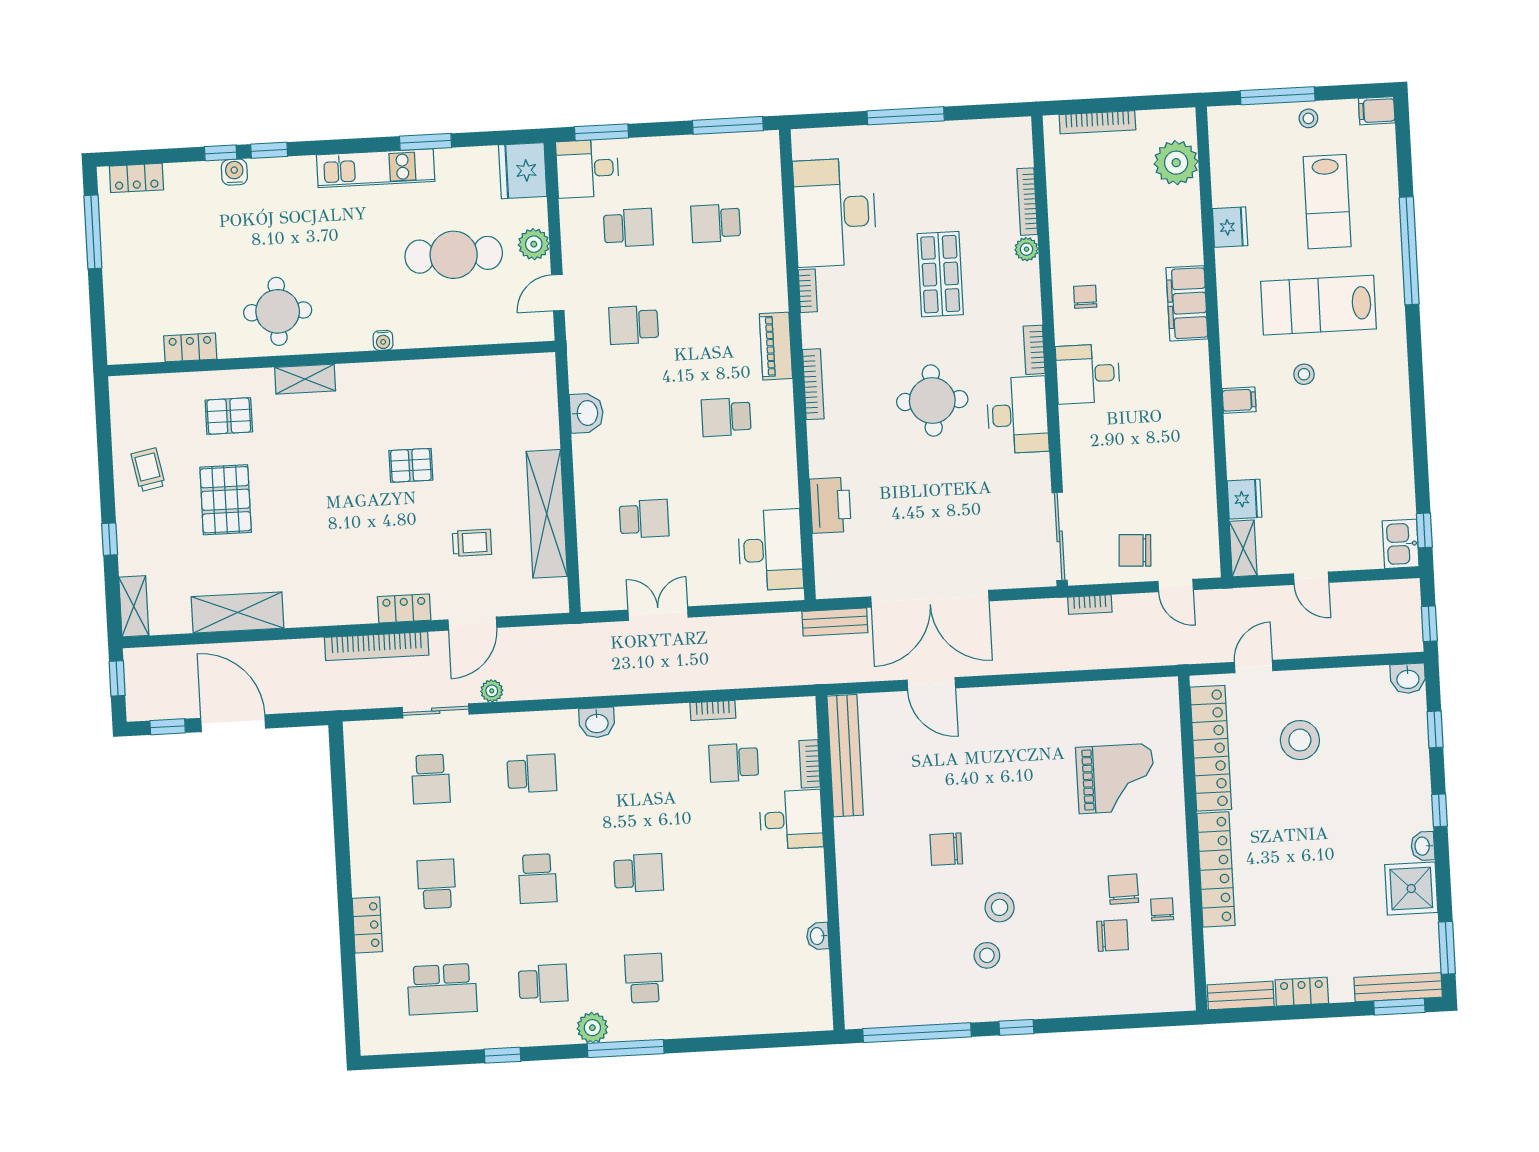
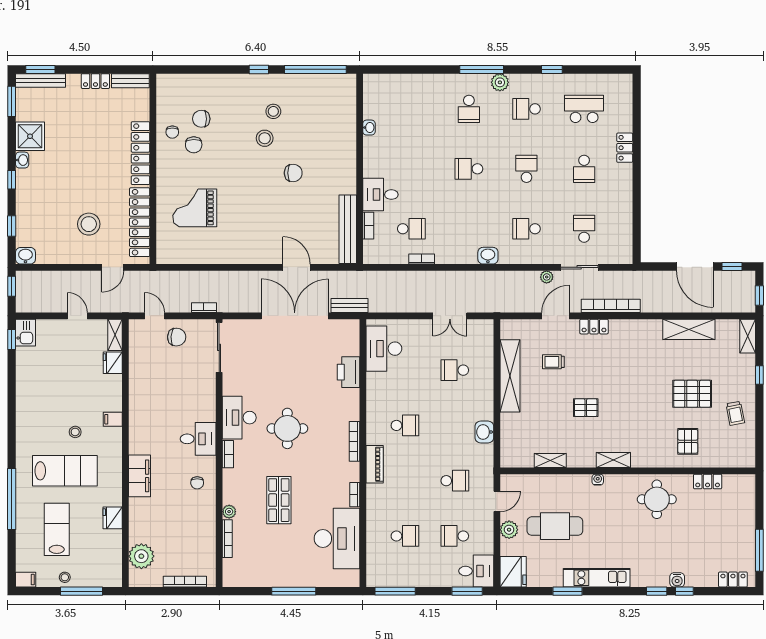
shelving: (468, 369) -> (550, 460), added
shelving: (305, 379) -> (613, 460), moved
pallet: (229, 416) -> (688, 441), turned 90
pallet: (226, 500) -> (692, 394), turned 90

